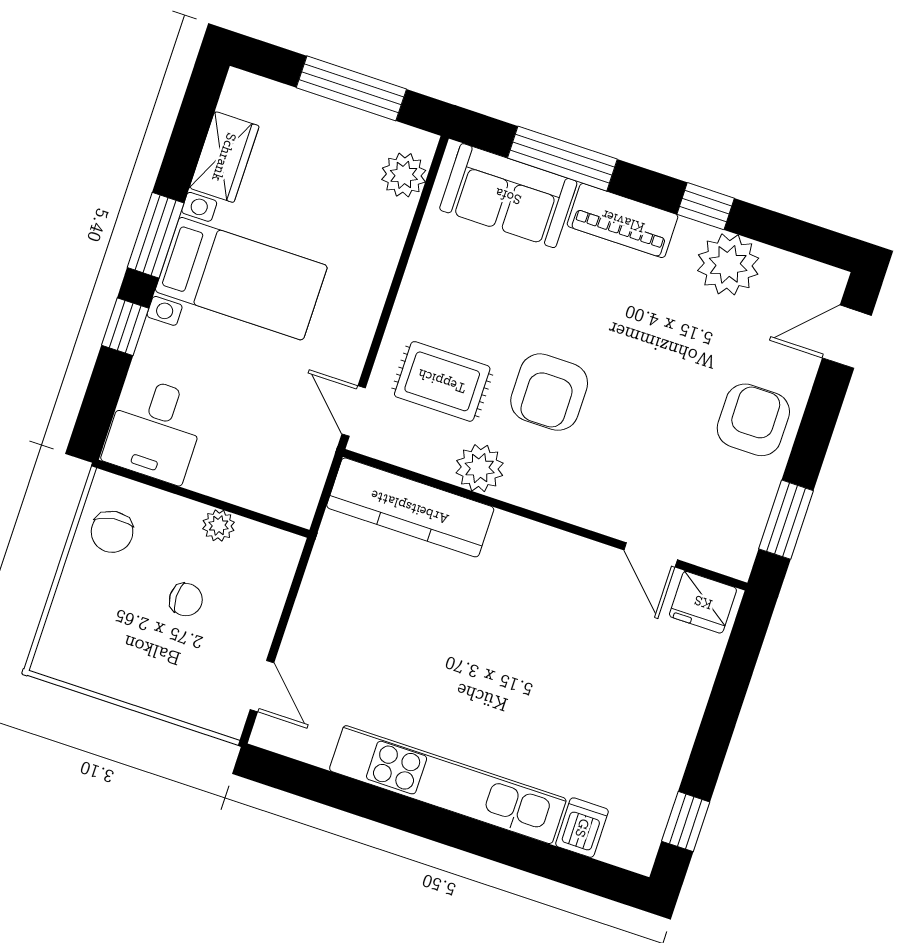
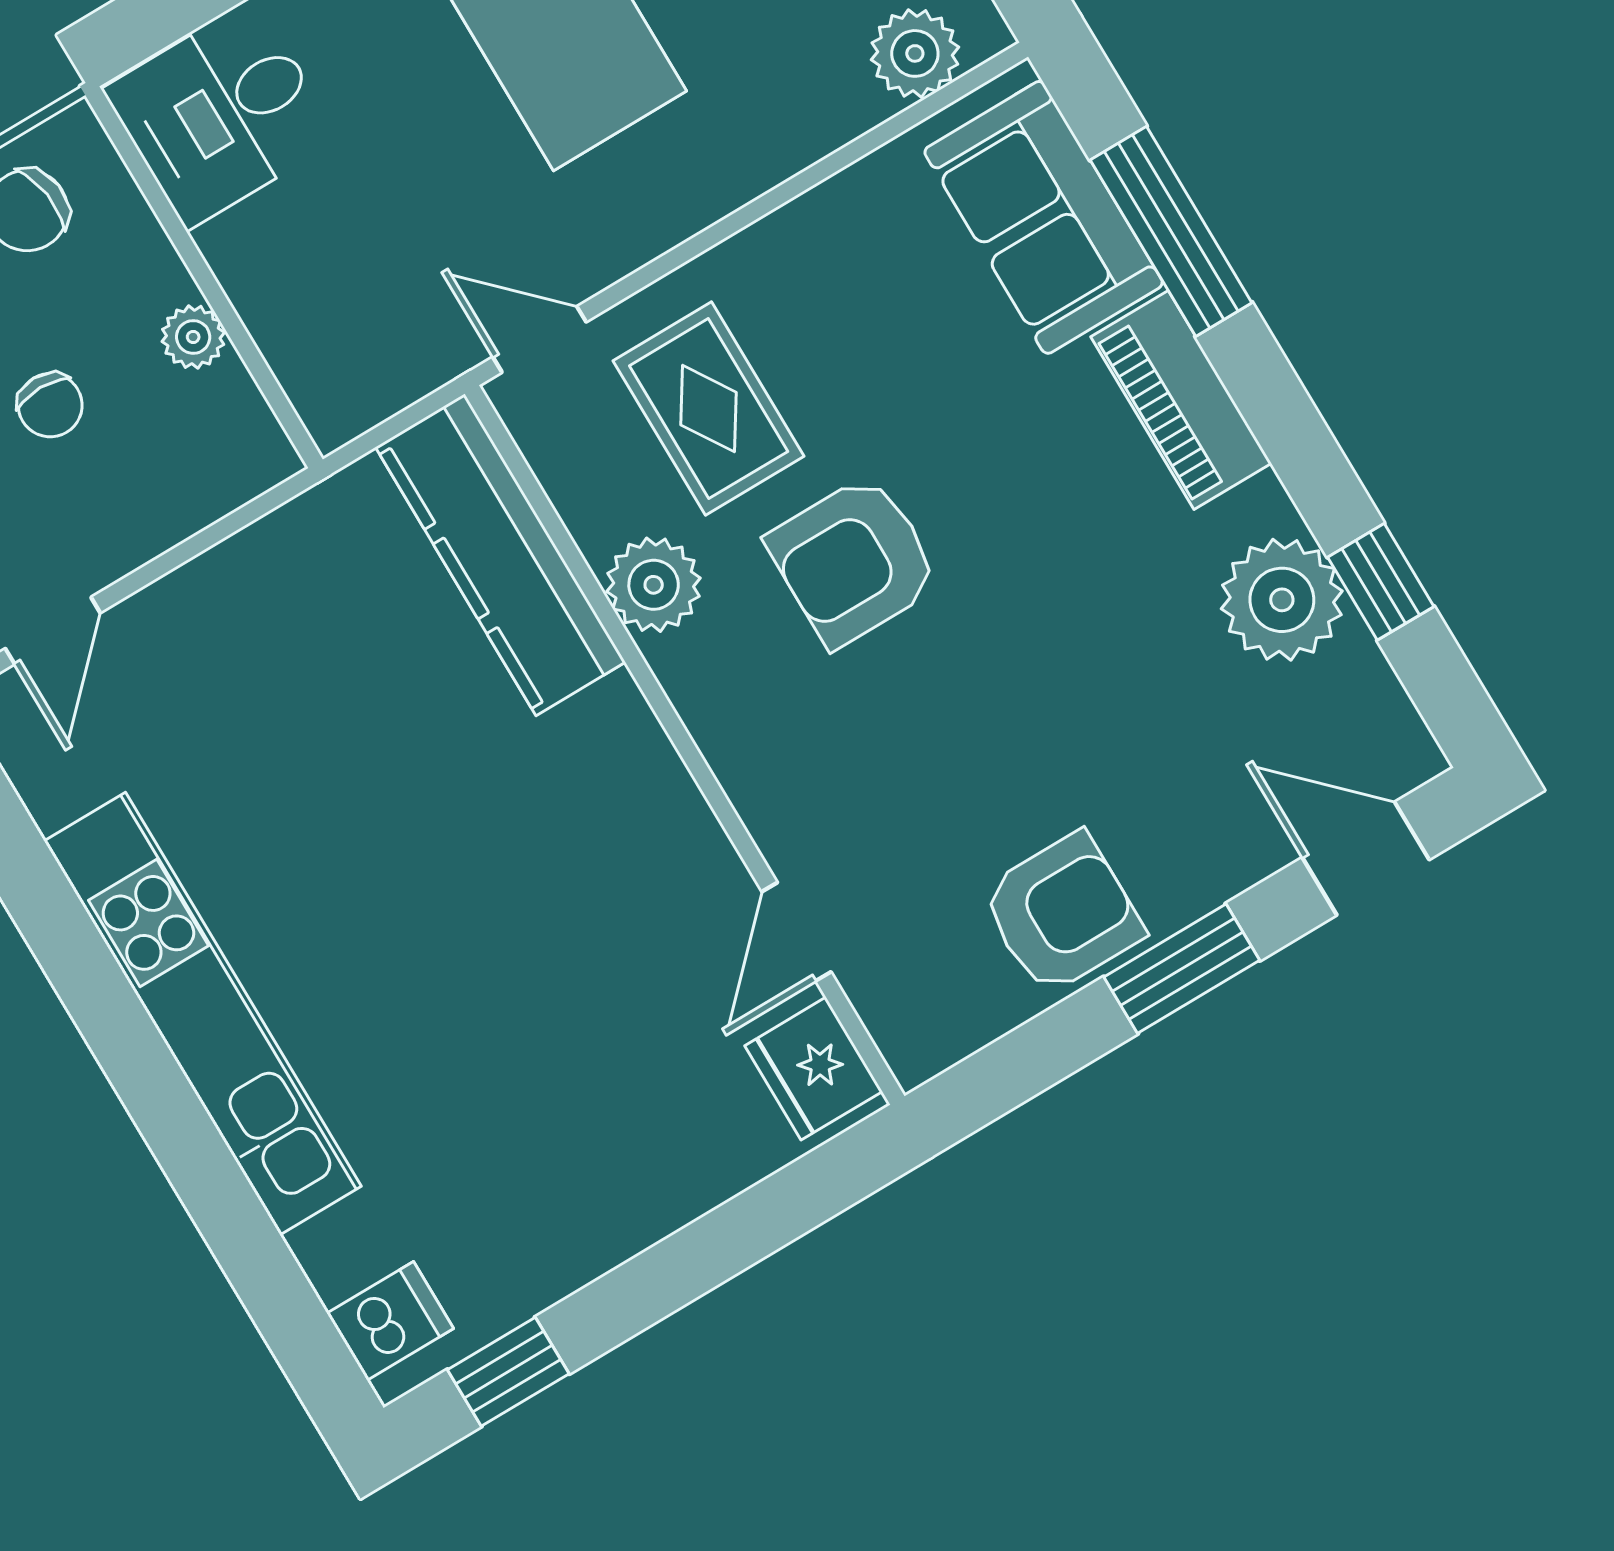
window: (706, 206) -> (1381, 582), moved
door: (354, 411) -> (539, 339), hinge flipped
armchair: (753, 420) -> (1062, 913), moved
window: (786, 520) -> (1182, 969), moved
dishwasher: (582, 828) -> (390, 1321), moved

